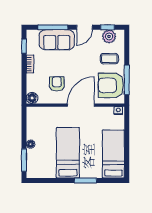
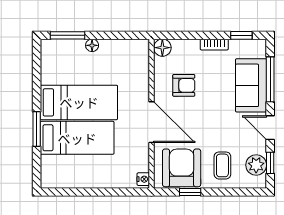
window: (127, 80) -> (190, 192), width x0.46
bed: (113, 154) -> (77, 138), moved

